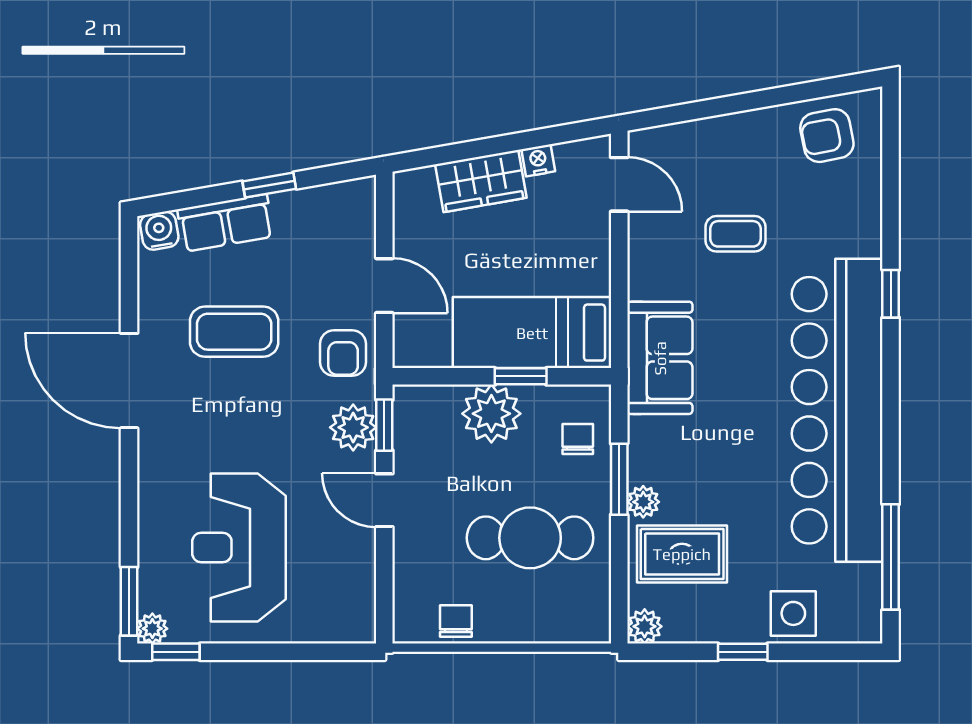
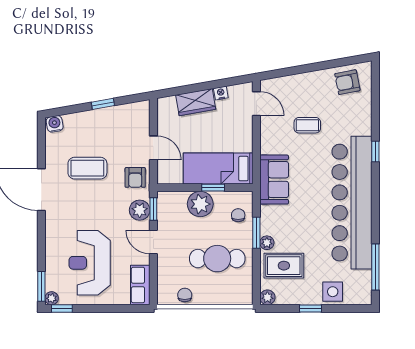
row of seats: (226, 223) -> (140, 285), moved, turned 100

